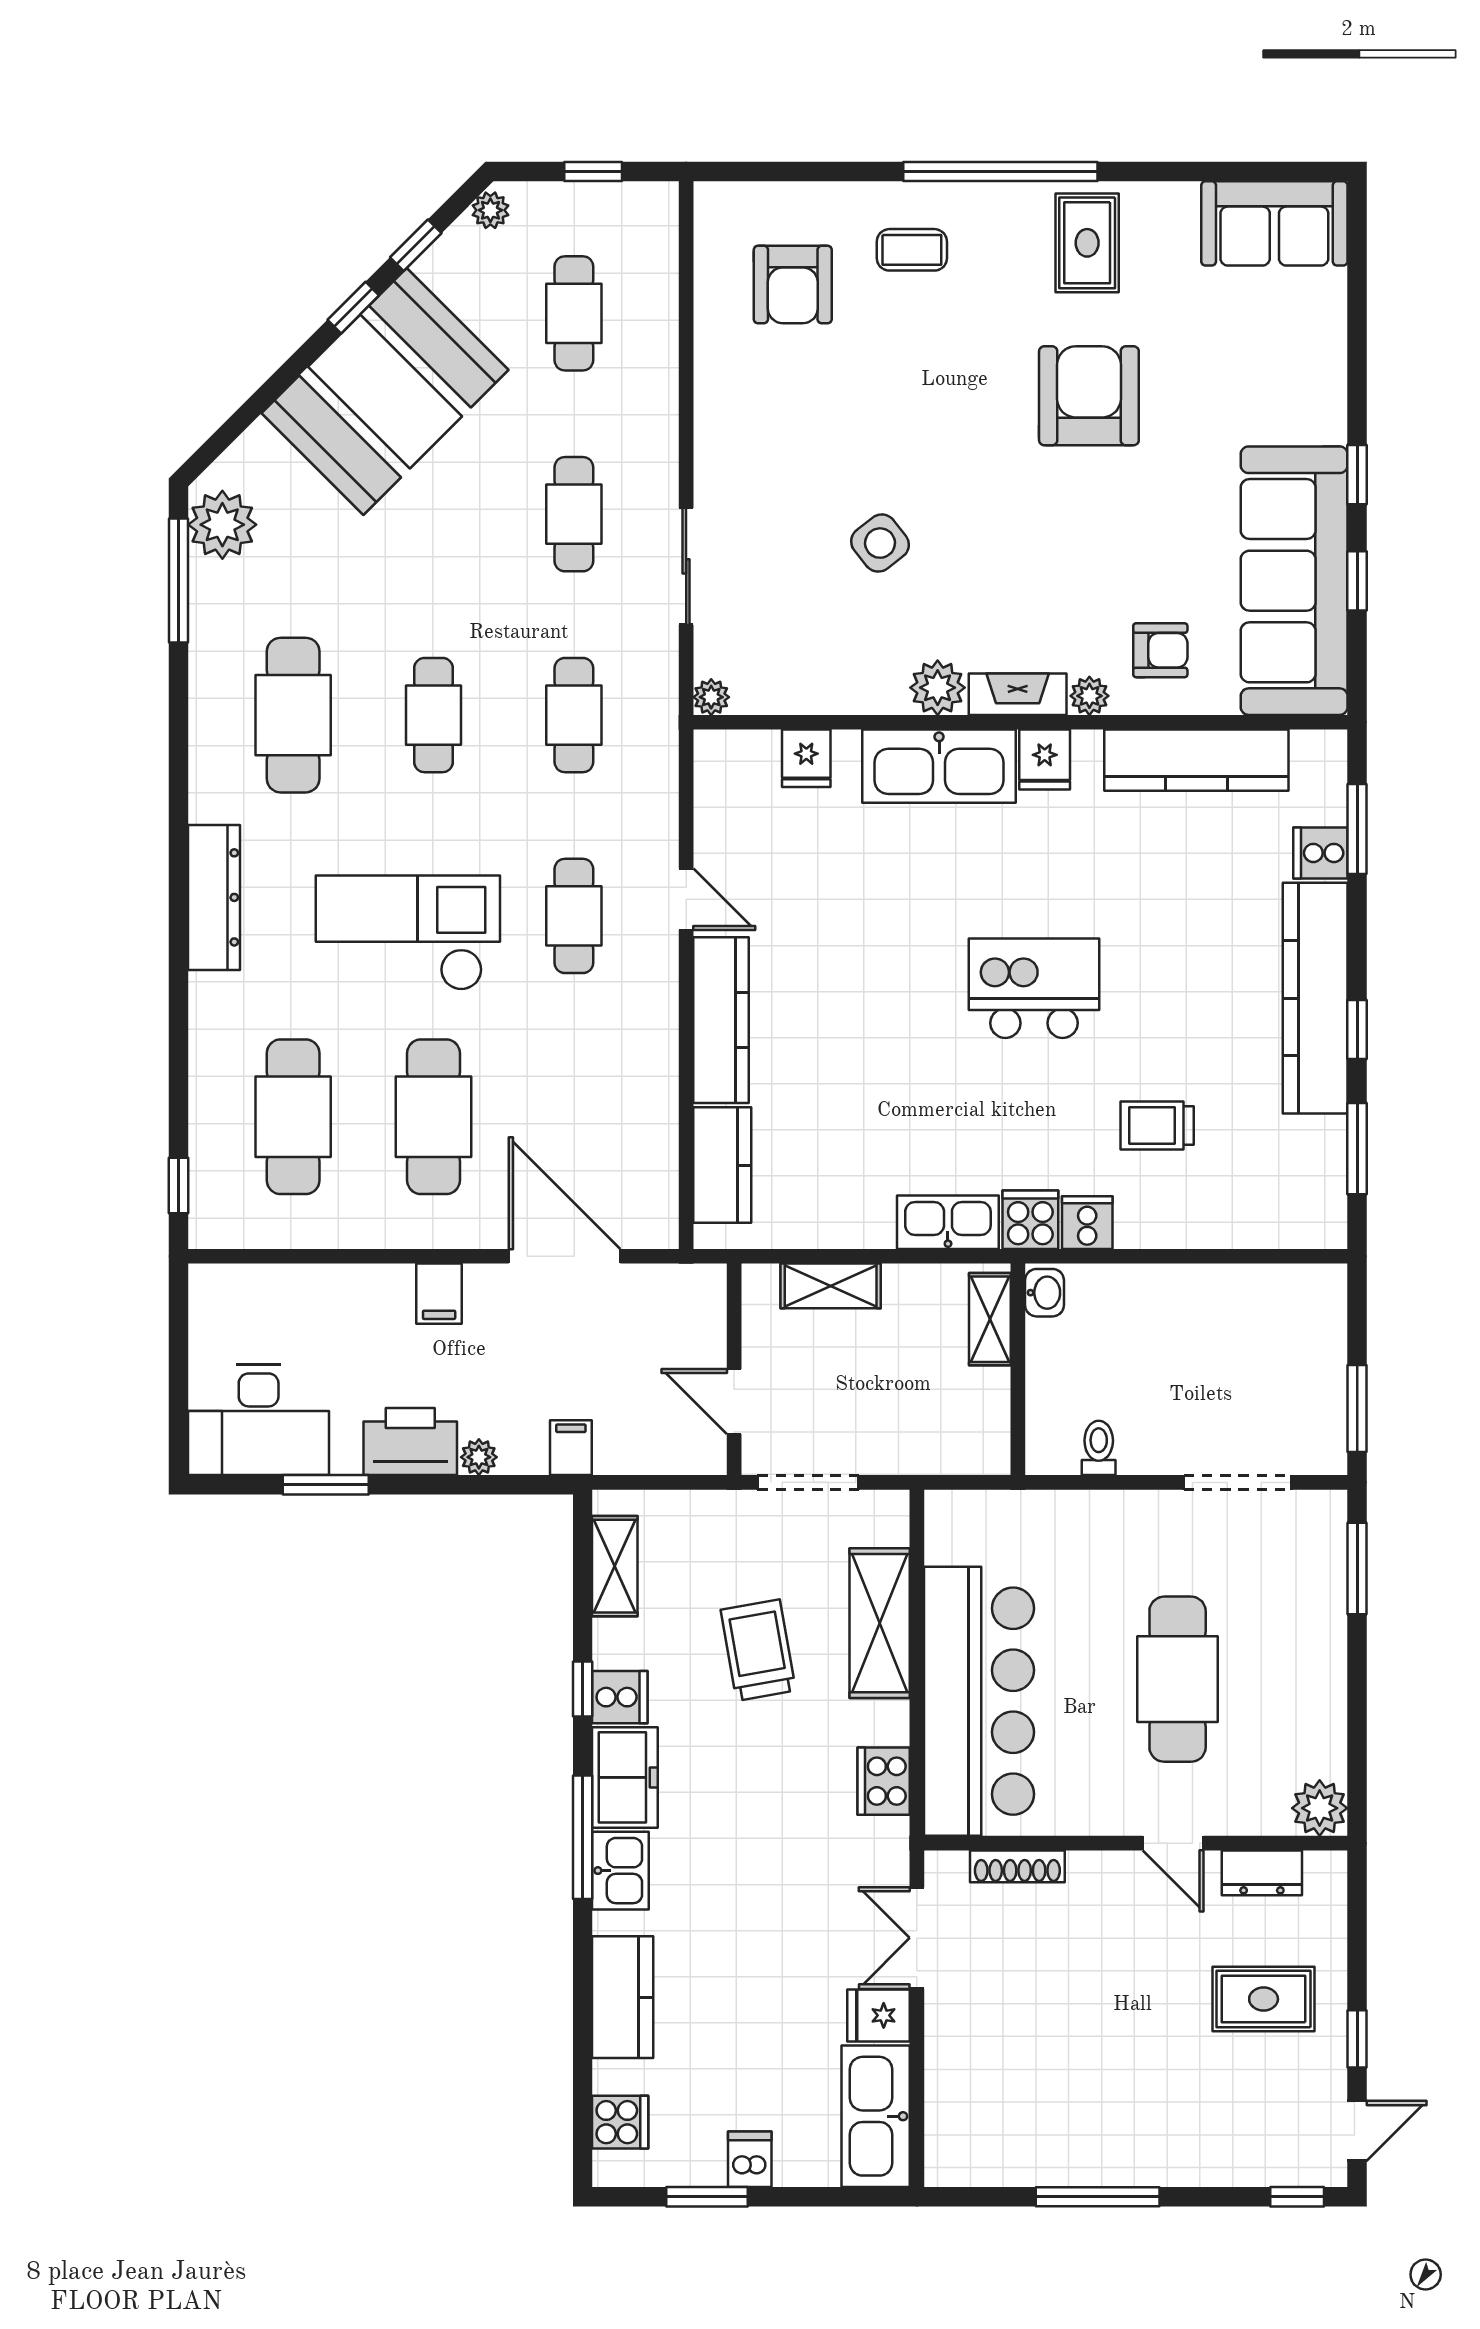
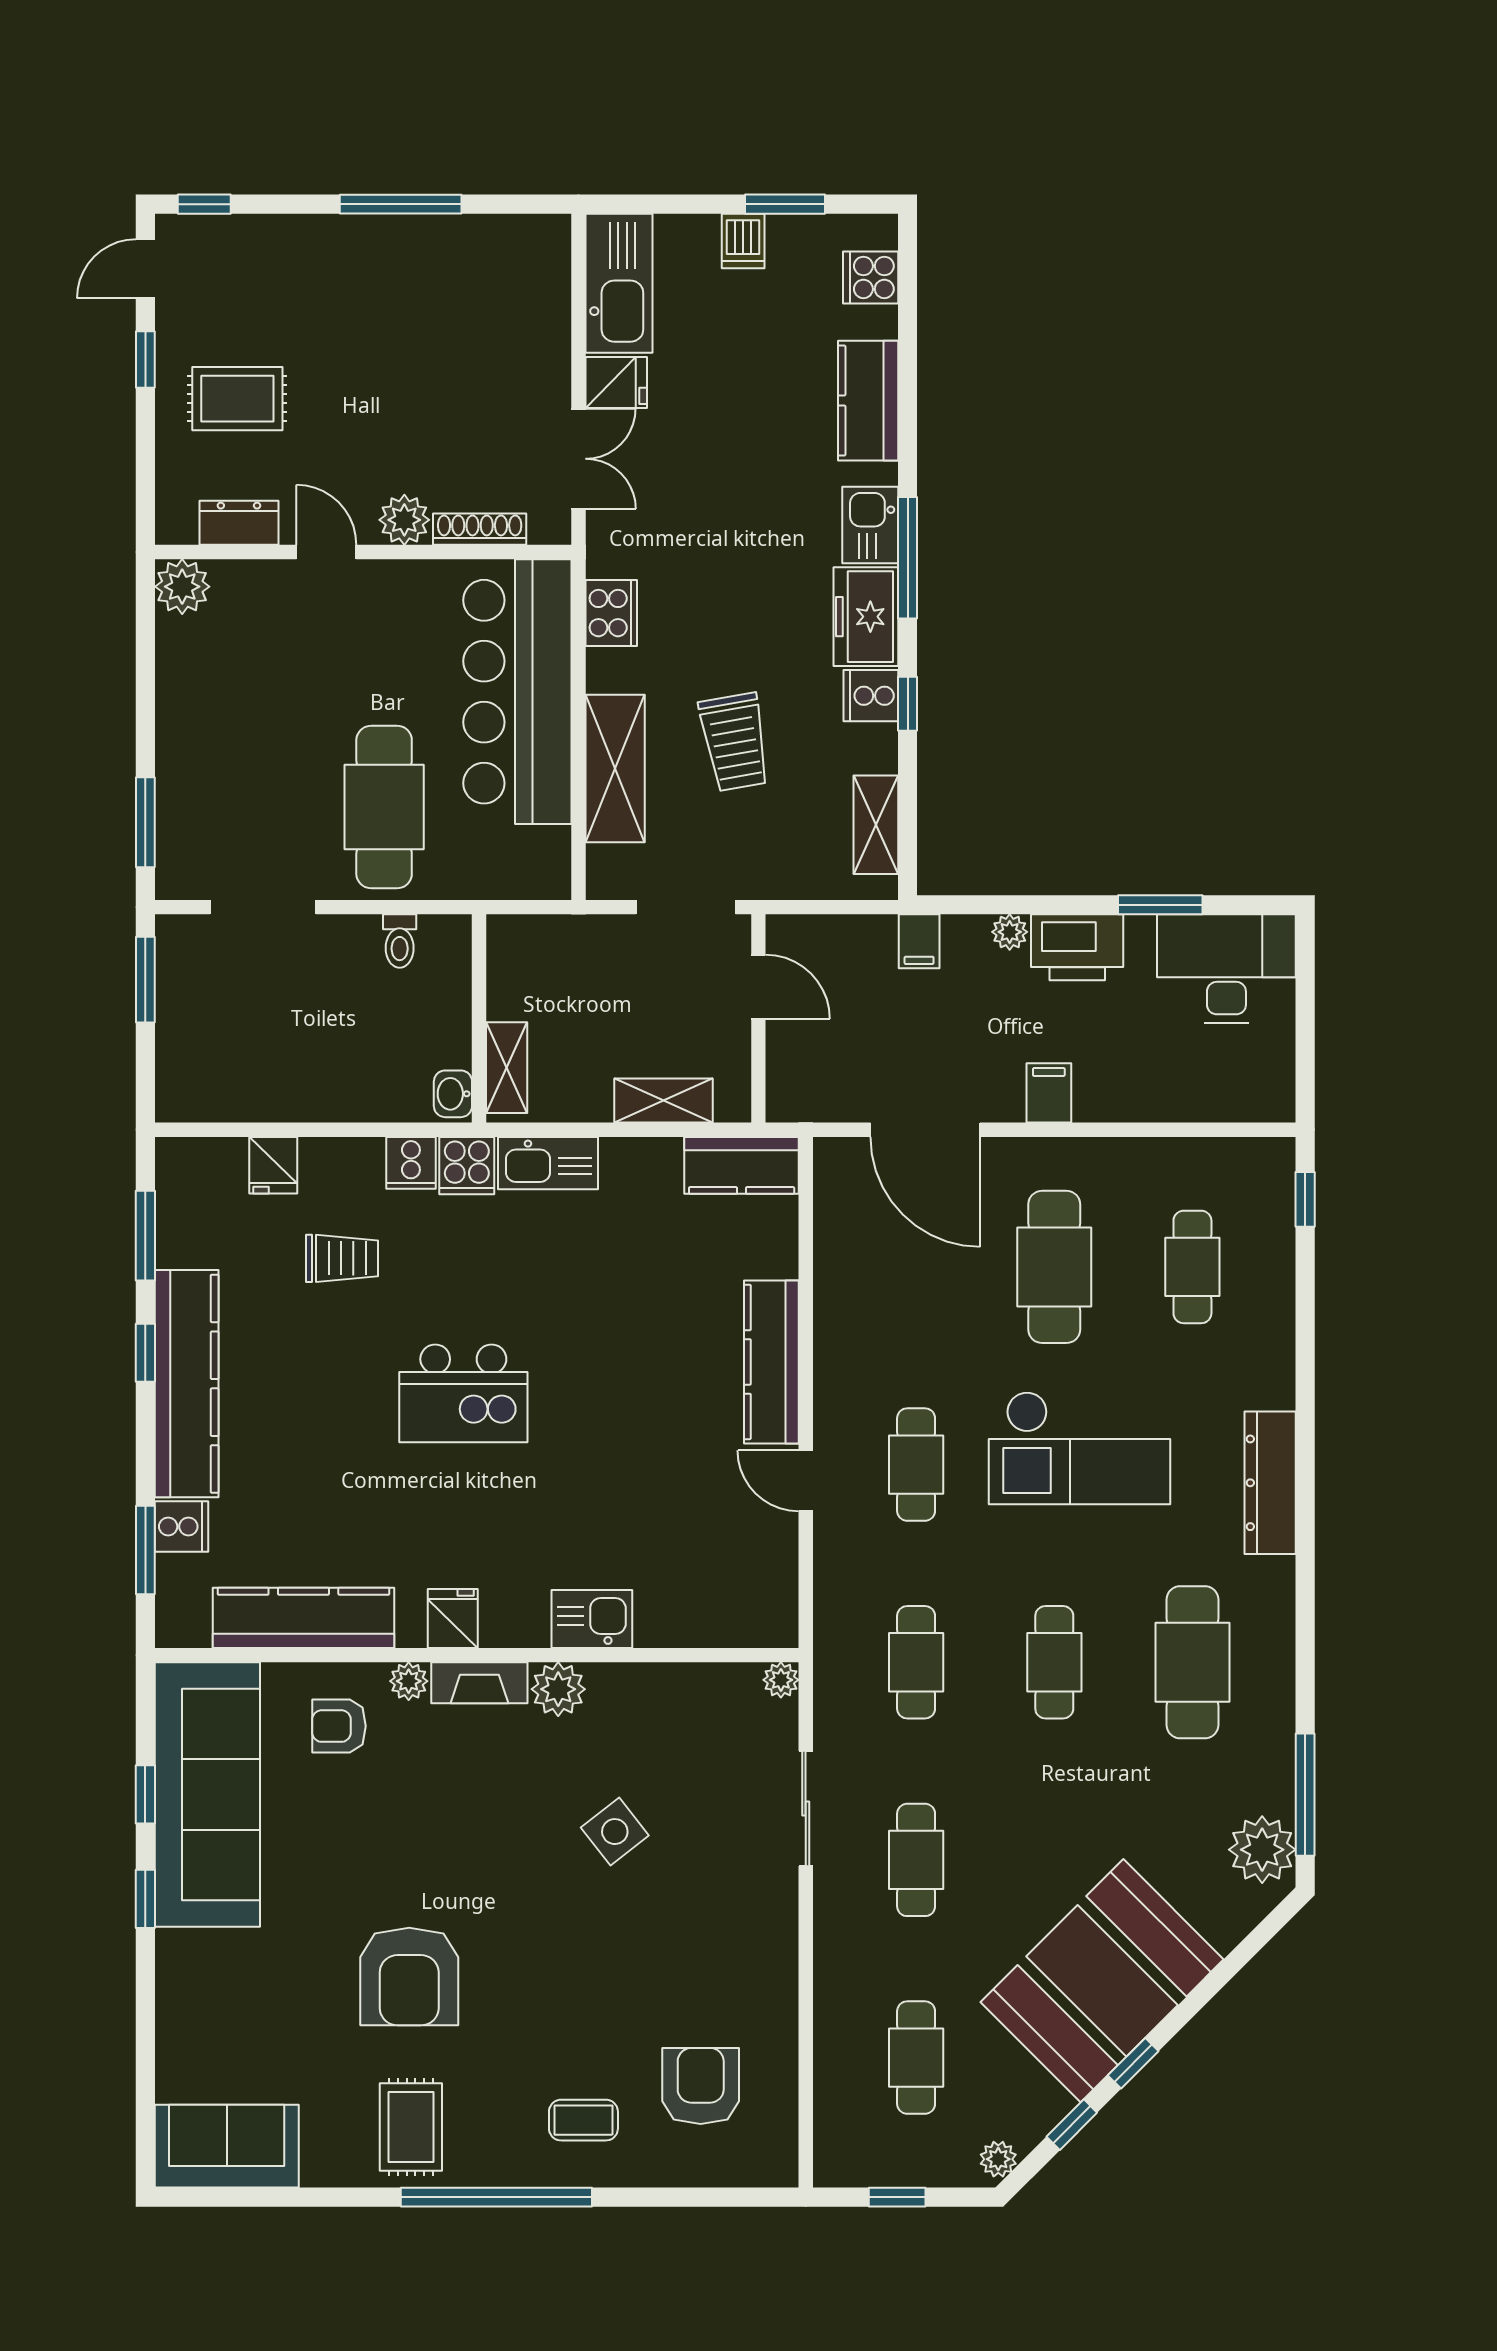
fridge: (806, 758) -> (273, 1165), moved, turned 180
kitchen sink: (939, 766) -> (592, 1619), width x0.53, depth x0.81
cafe table: (293, 1117) -> (1192, 1267), width x0.73, depth x0.74
kitchen counter: (722, 1165) -> (742, 1165), moved, turned -90
cafe table: (1178, 1679) -> (384, 807), moved
plant: (1094, 1876) -> (404, 520), added

